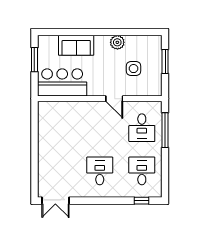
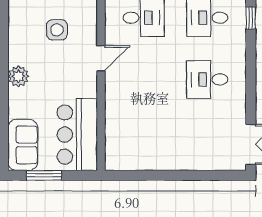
plant: (117, 42) -> (18, 76), moved
sofa: (76, 45) -> (23, 145), moved

